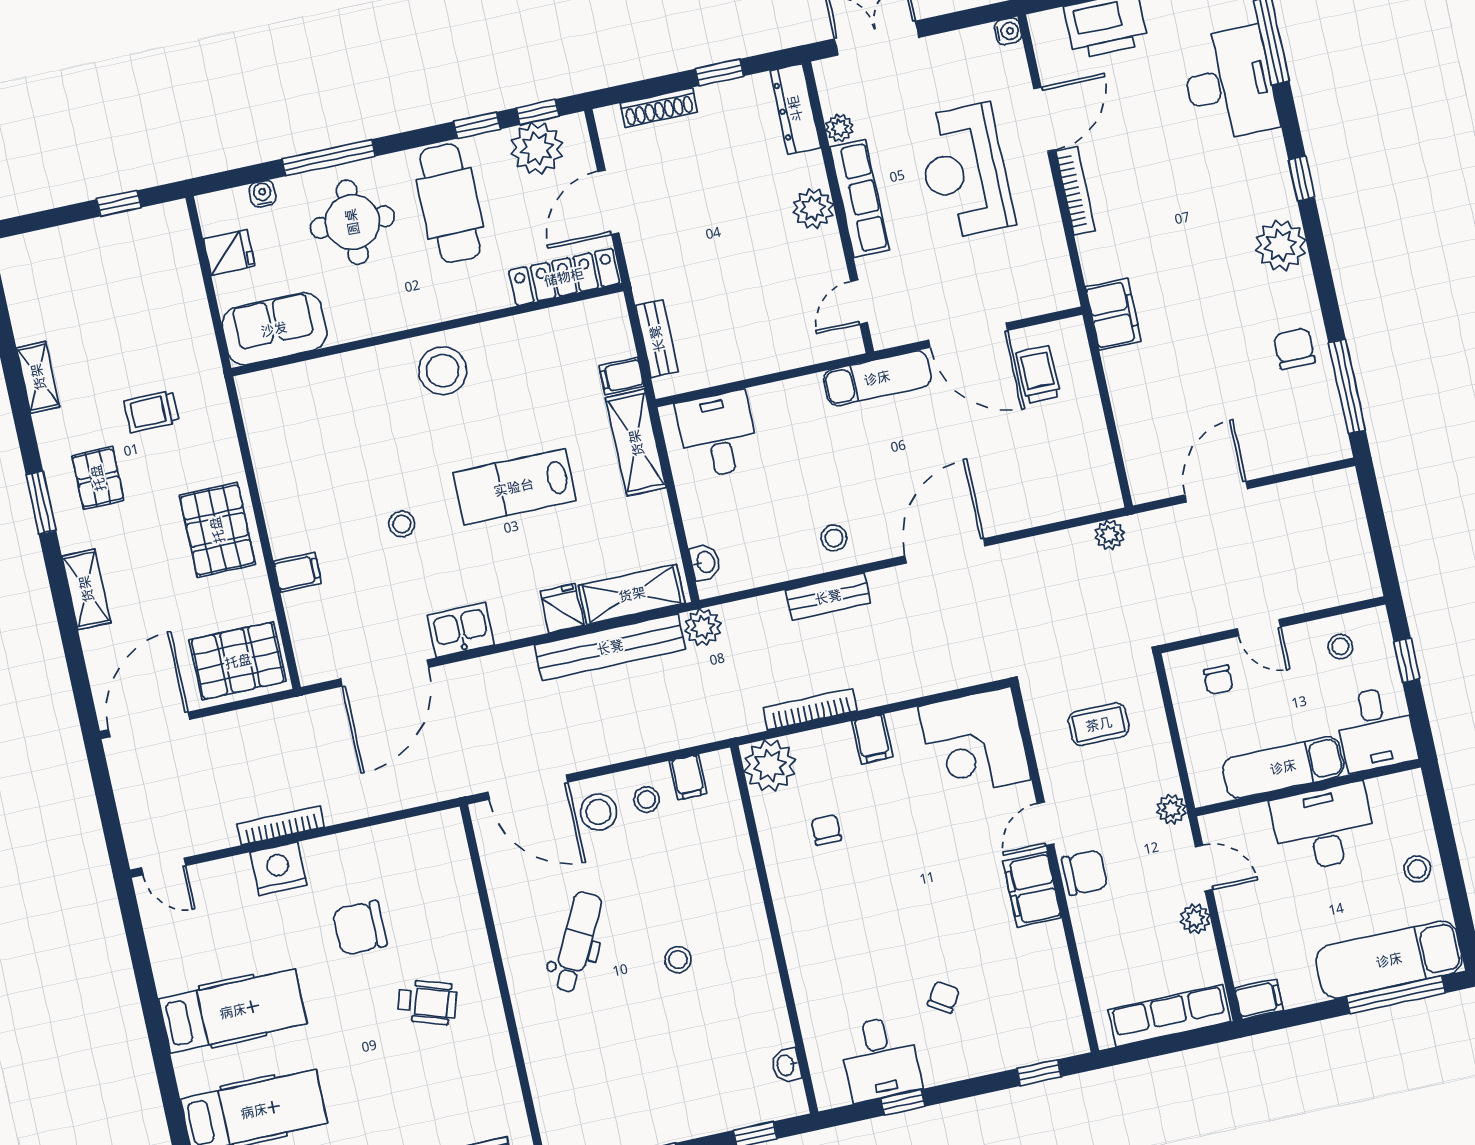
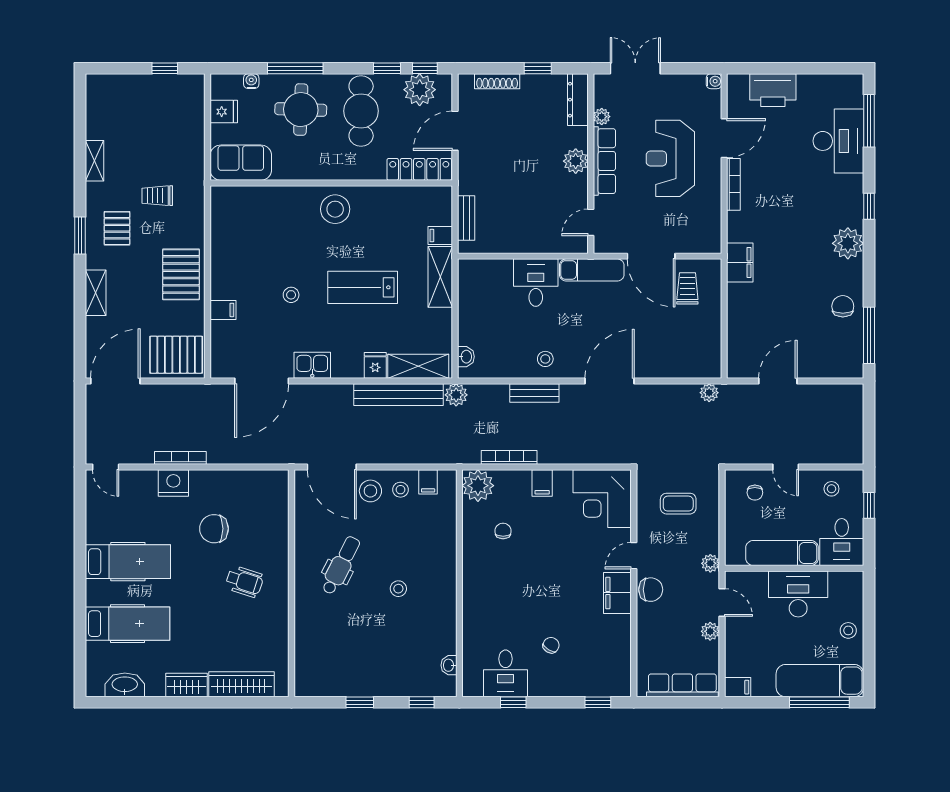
desk: (718, 434) -> (536, 283), moved

